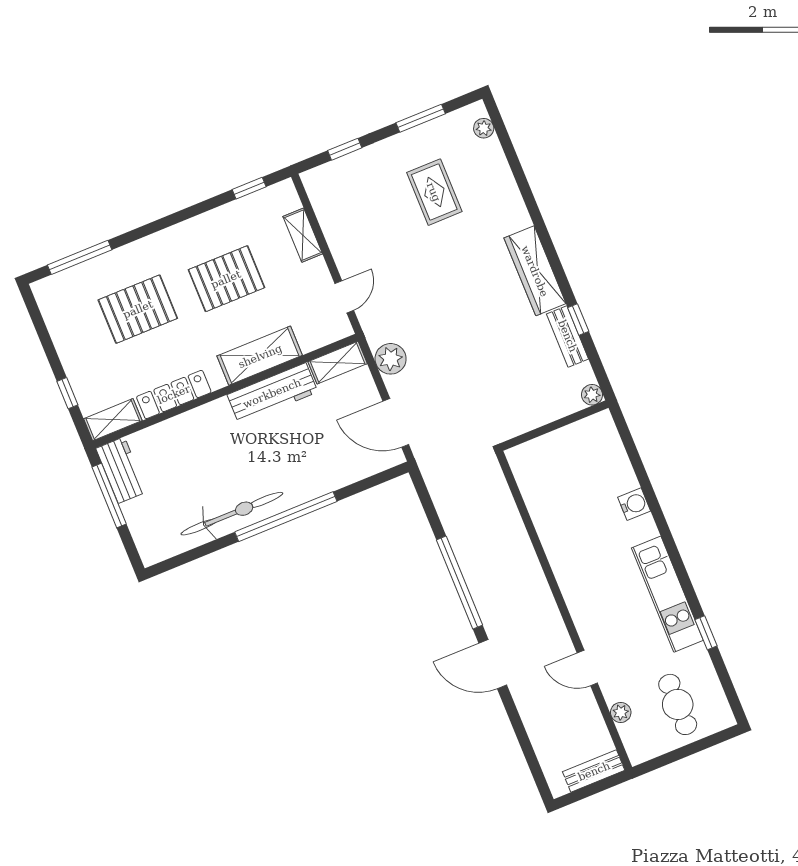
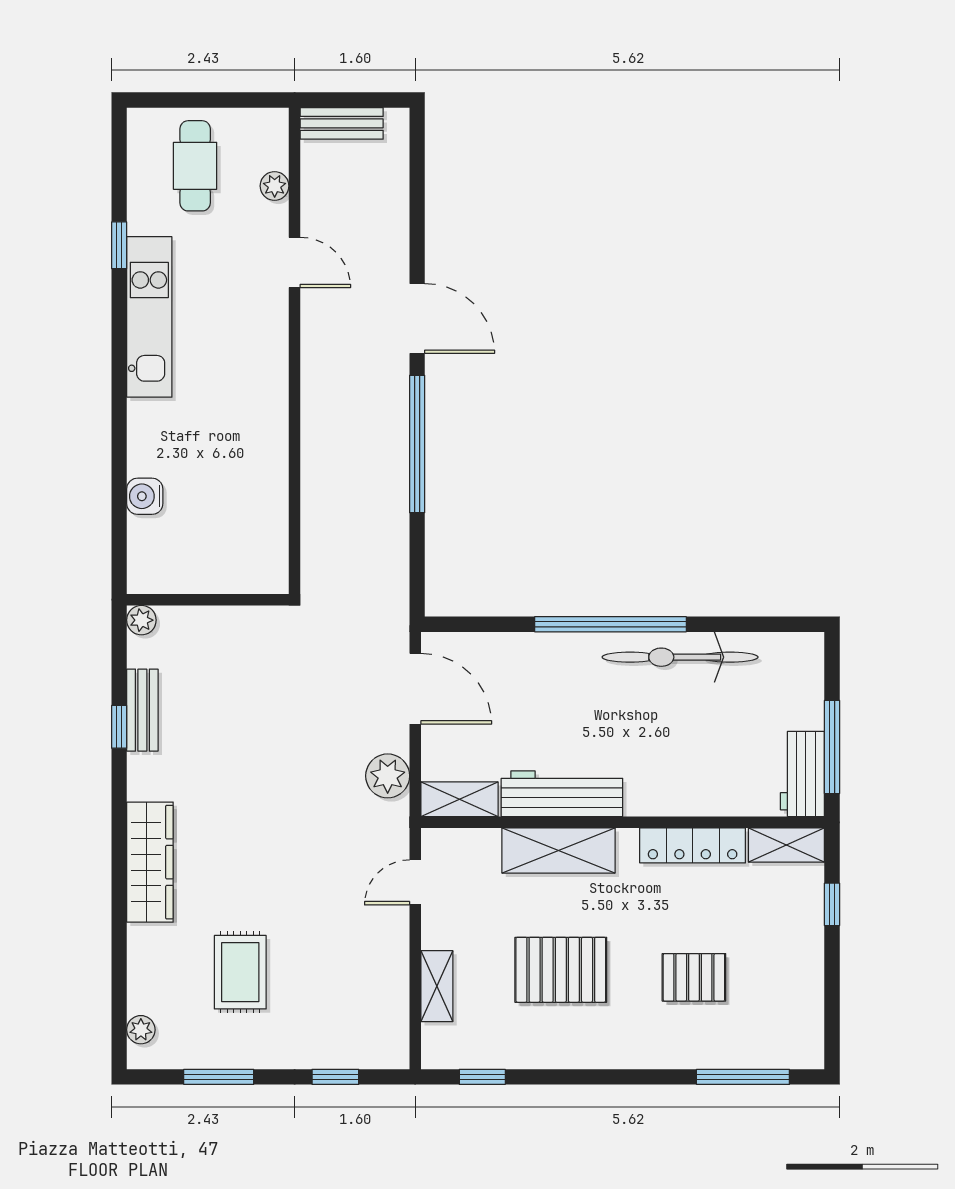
wardrobe: (535, 271) -> (150, 862), moved
pallet: (138, 309) -> (694, 977), width x0.67, depth x0.71
water cooler: (634, 504) -> (145, 496), moved

